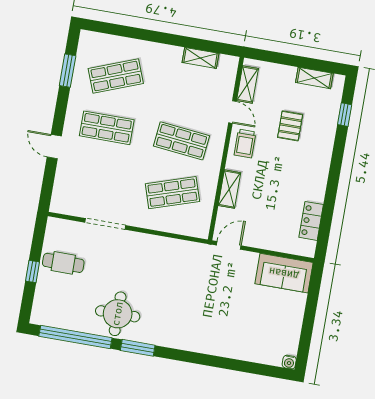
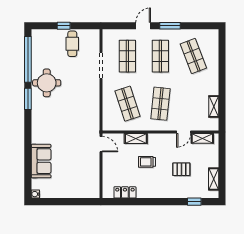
window: (68, 71) -> (170, 26), moved
trolley: (245, 143) -> (147, 162), moved
shop shelf: (98, 180) -> (127, 56), added
sofa: (284, 273) -> (41, 161), moved, turned 180

